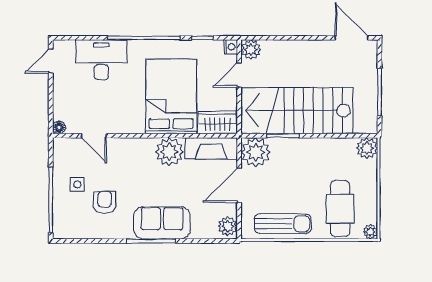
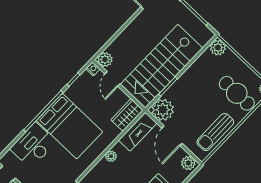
bed: (171, 96) -> (70, 126), moved, turned 180
plant: (169, 152) -> (111, 156), width x0.53, depth x0.53
sun lounger: (283, 224) -> (215, 132), turned 180

